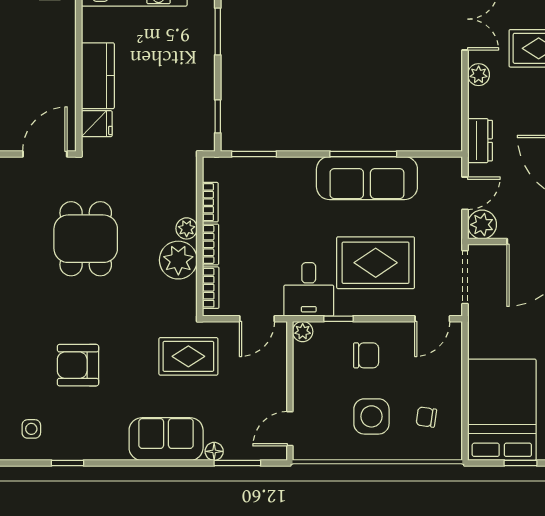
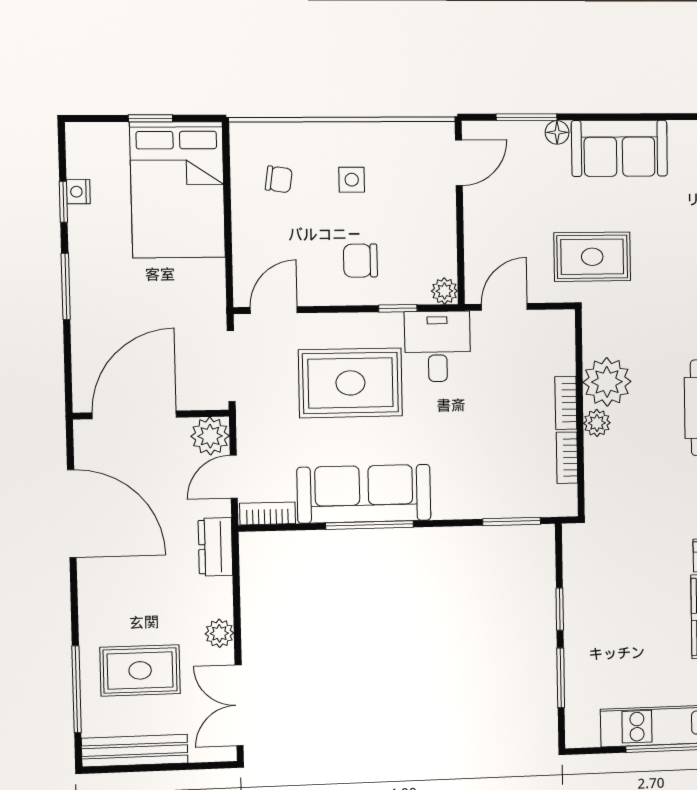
window: (218, 116) -> (560, 609), moved
bookcase: (211, 288) -> (267, 513), moved, turned 90
side table: (371, 416) -> (352, 180), width x0.54, depth x0.54

